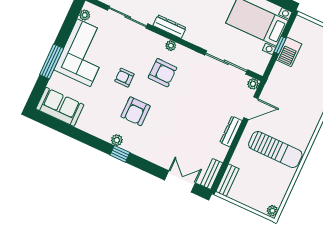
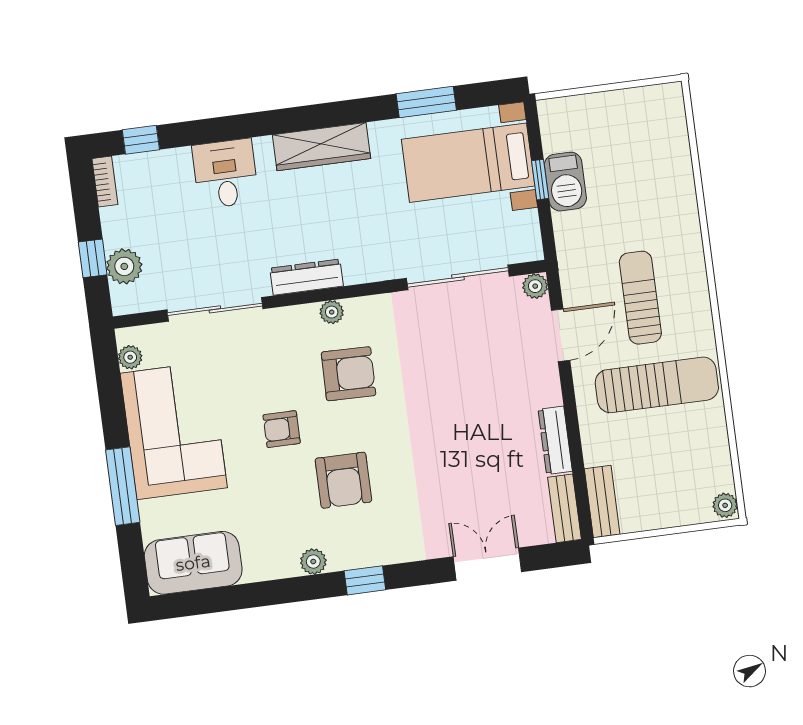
sun lounger: (290, 113) -> (640, 298), added
dresser: (231, 131) -> (555, 440), moved
plant: (117, 140) -> (313, 562), moved
double door: (180, 181) -> (487, 564), moved

